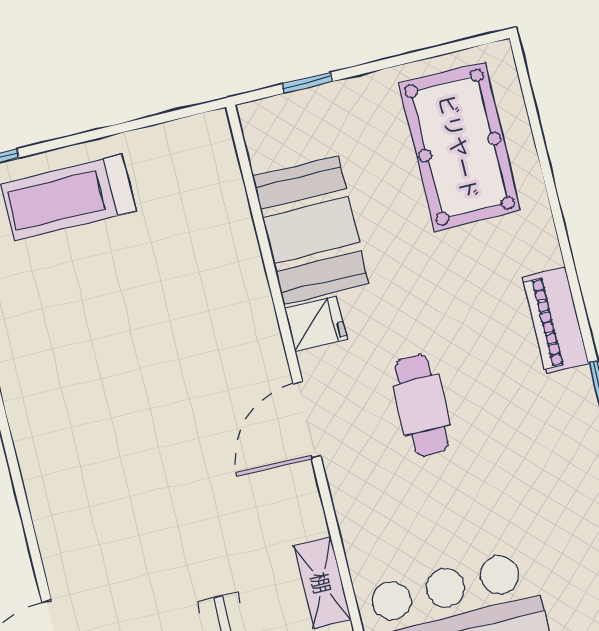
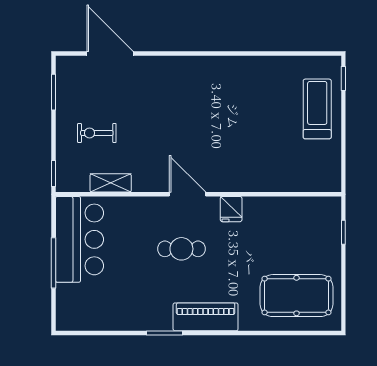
booth: (311, 230) -> (275, 217), removed
piano: (556, 320) -> (206, 317), width x1.37, depth x1.33

